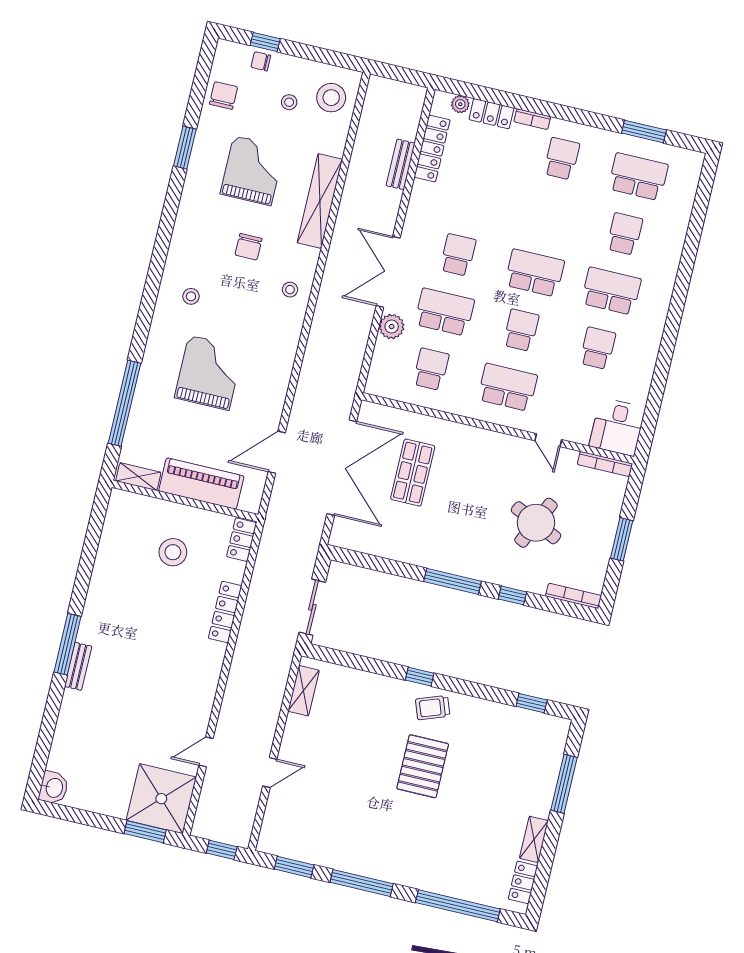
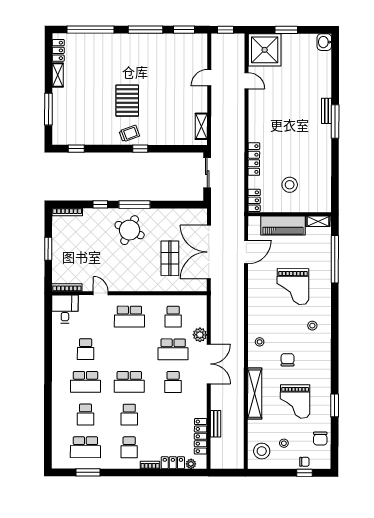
school desk: (521, 330) -> (129, 415), moved
round table: (536, 523) -> (130, 230), moved
door: (206, 752) -> (246, 81), hinge flipped
window: (145, 832) -> (286, 30), moved

